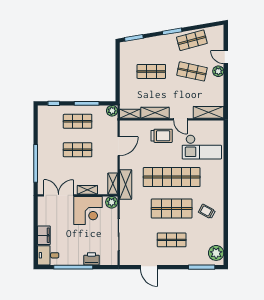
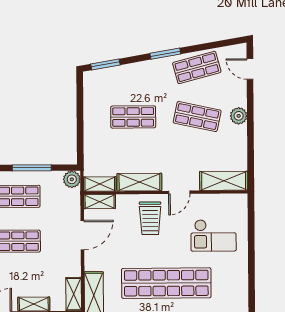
door: (226, 57) -> (250, 69), moved
door: (180, 119) -> (179, 192), hinge flipped
shelving: (130, 125) -> (100, 202), added
trolley: (162, 136) -> (150, 218), turned 90
checkout: (202, 147) -> (214, 235), width x0.73, depth x0.83

